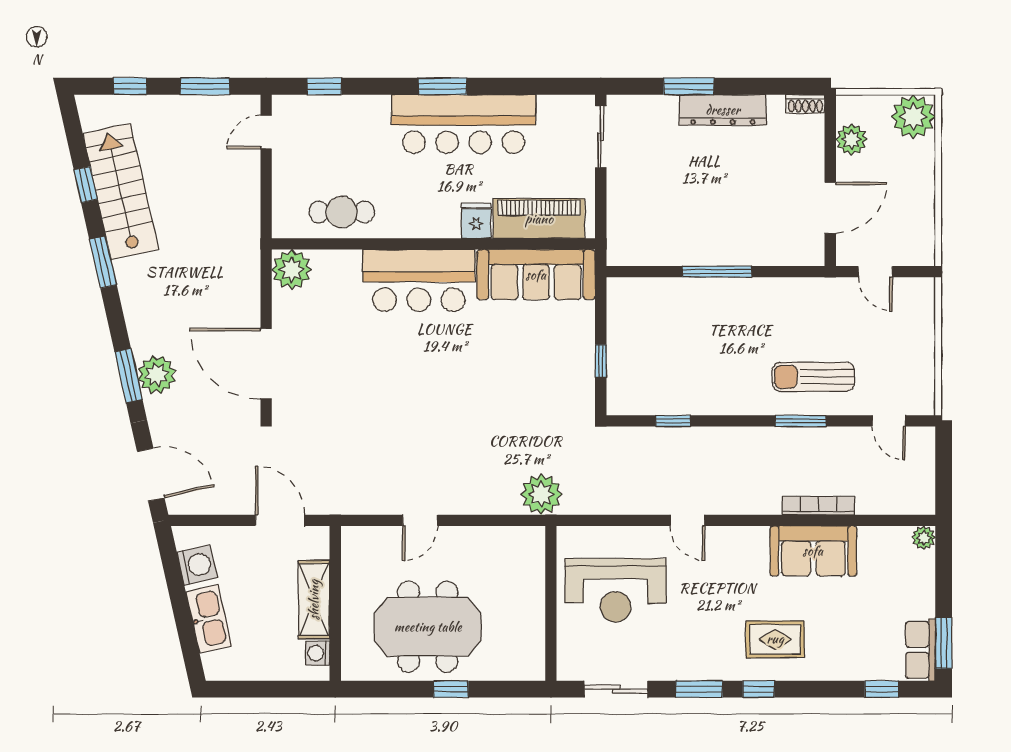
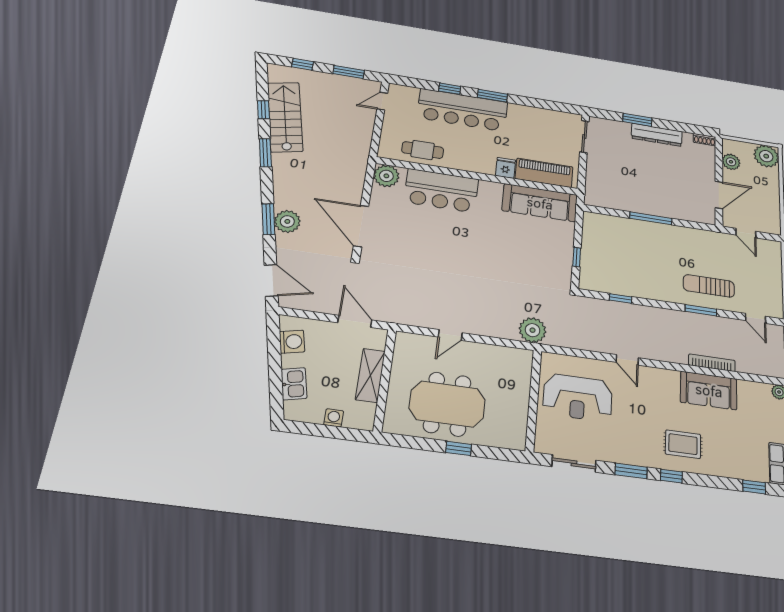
window: (324, 86) -> (450, 89), moved
bar counter: (464, 124) -> (463, 110), moved
bar counter: (419, 281) -> (441, 191), moved
kitchen sink: (209, 619) -> (294, 384), width x0.73
washing machine: (318, 653) -> (334, 418), moved, turned 90

